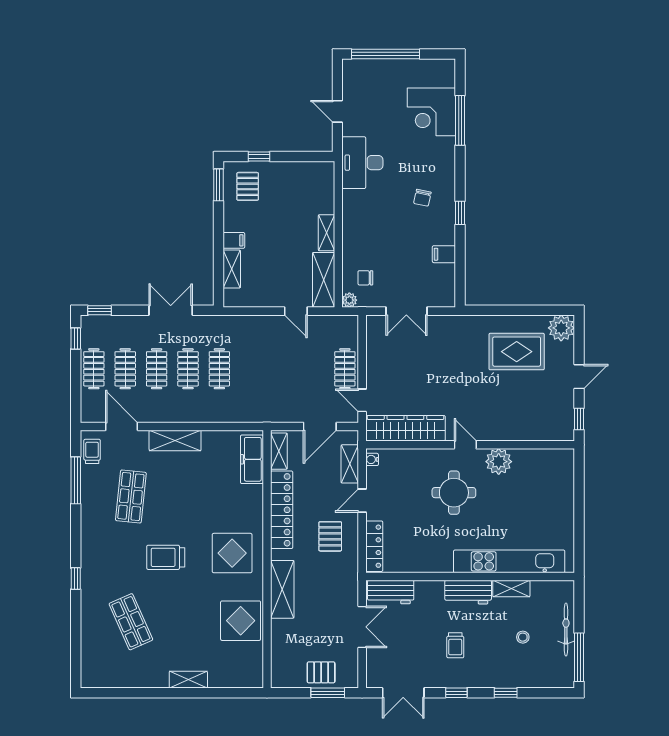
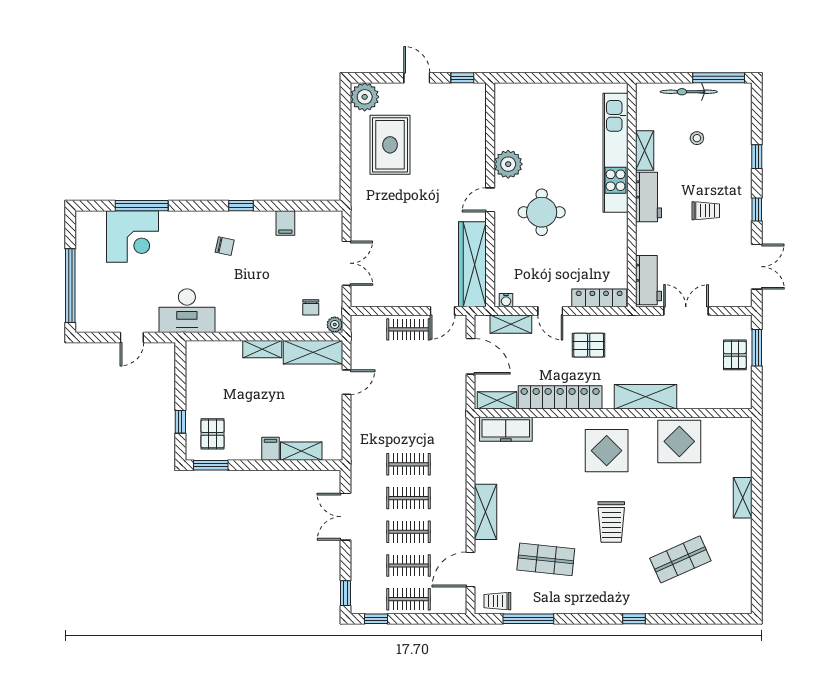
pallet: (248, 186) -> (212, 434), turned 90

